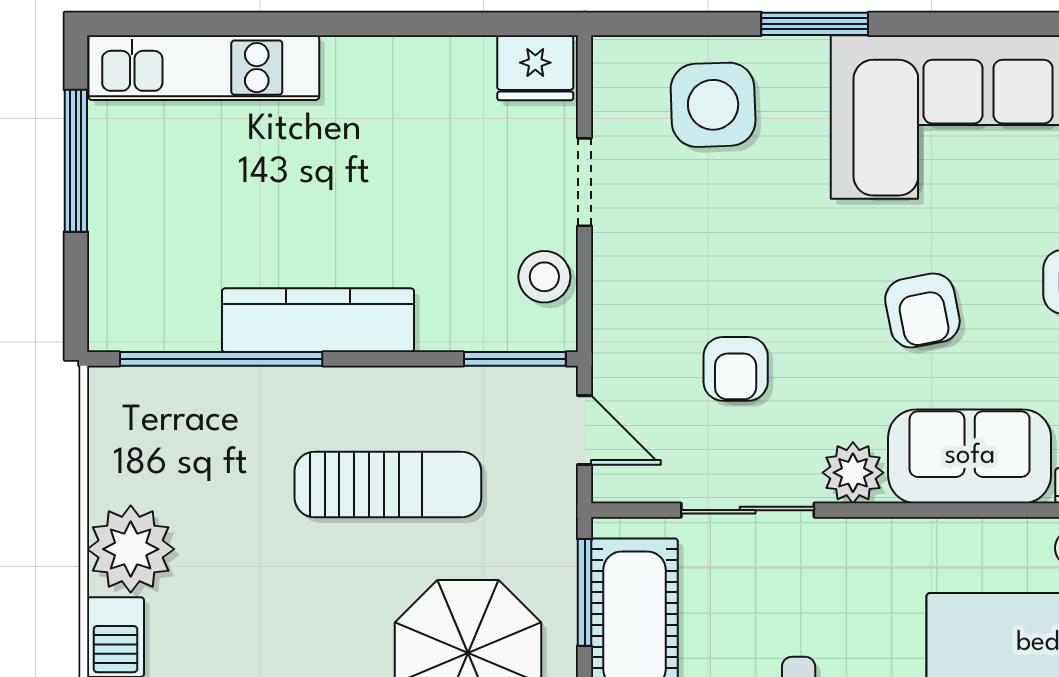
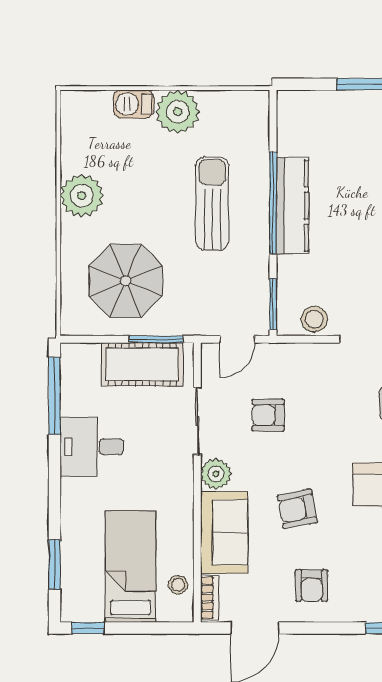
window: (221, 359) -> (273, 203), moved
sun lounger: (388, 484) -> (212, 204), moved, turned 180

